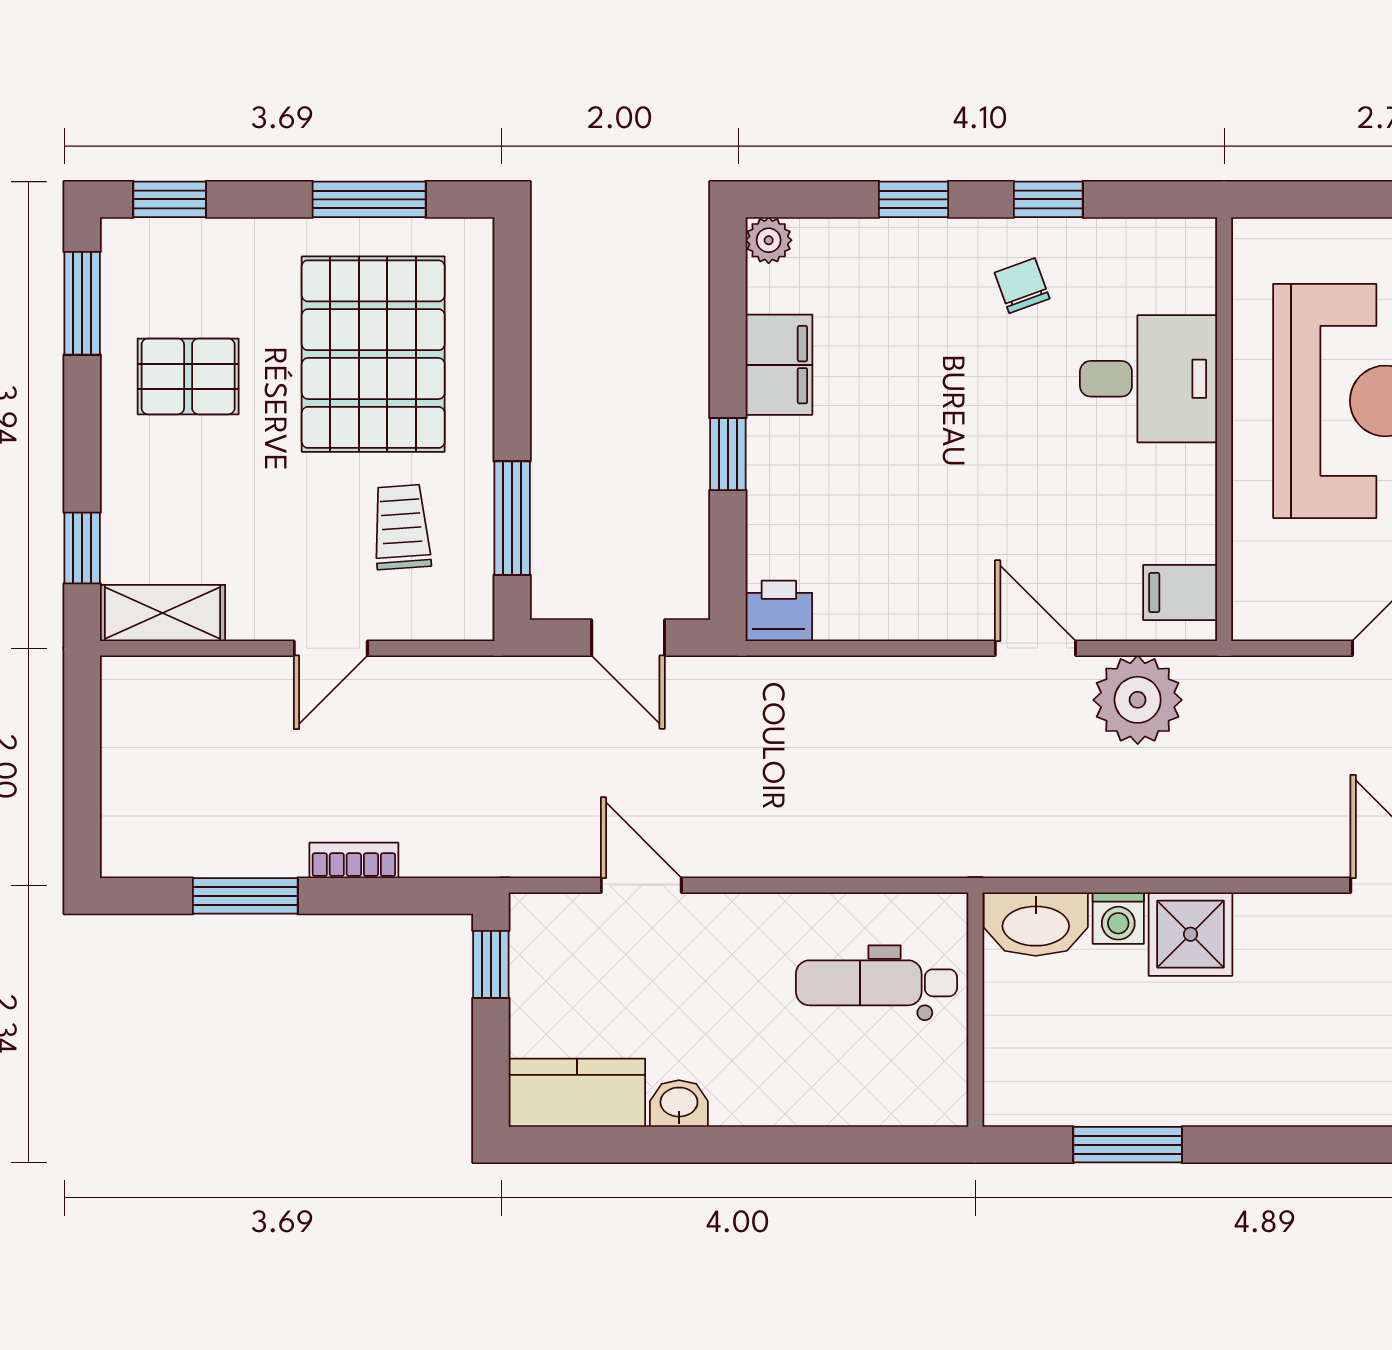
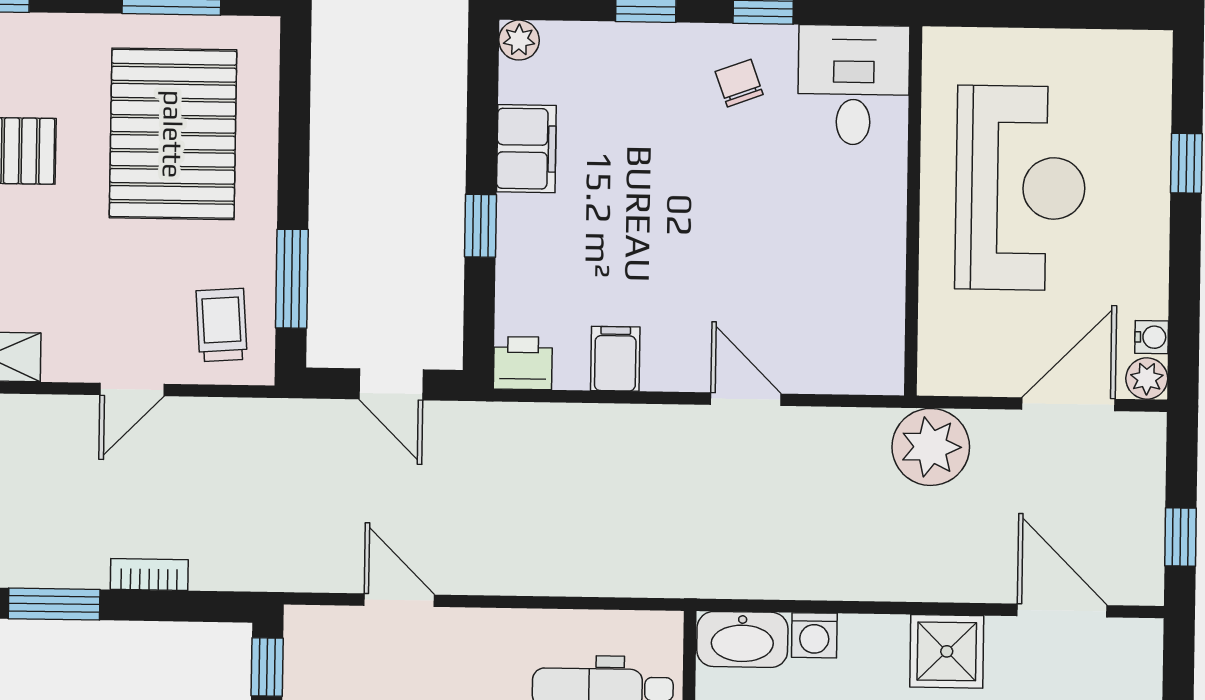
desk: (1148, 379) -> (854, 85), moved, turned -90
trolley: (402, 527) -> (222, 325), moved
filing cabinet: (1180, 592) -> (615, 359), moved, turned 90
plant: (1138, 700) -> (931, 447), moved
shower: (1191, 934) -> (947, 651), moved

